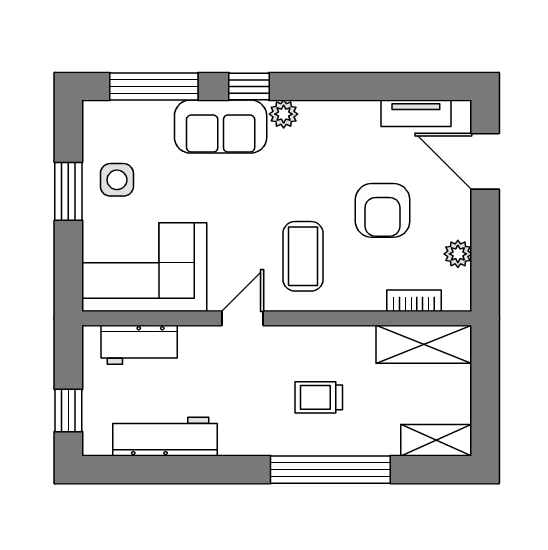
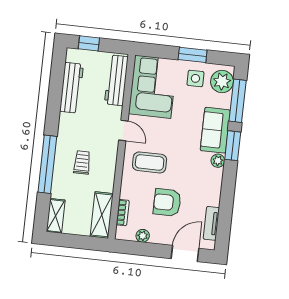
window: (249, 86) -> (233, 146), width x1.50
plant: (117, 124) -> (222, 82), added
workbench: (139, 345) -> (116, 80), width x1.38

